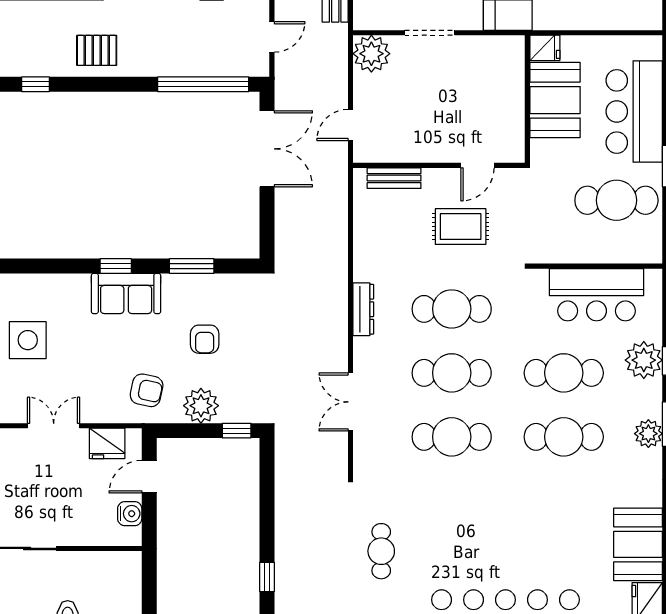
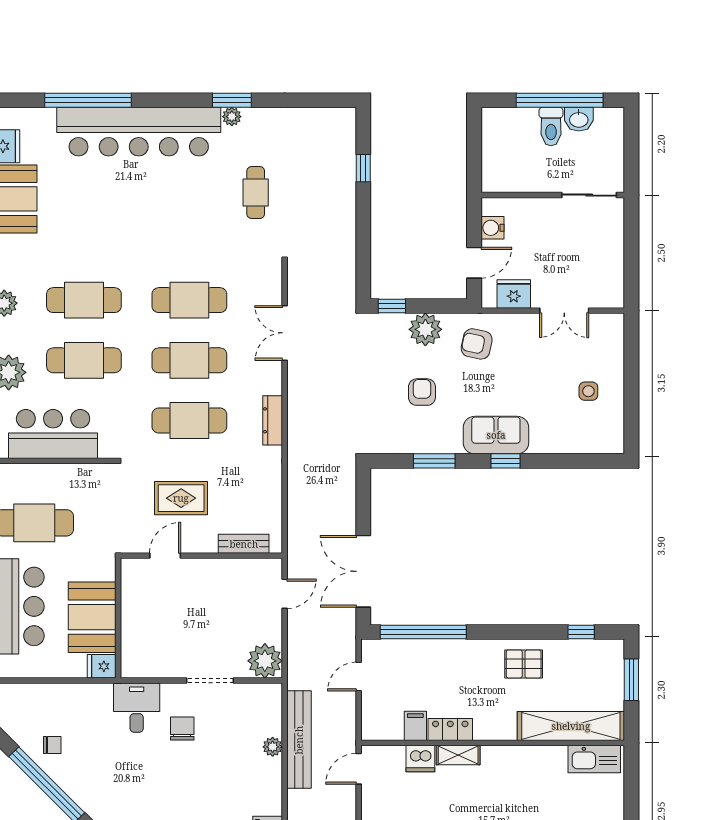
side table: (28, 340) -> (588, 391), width x0.54, depth x0.54
double door: (351, 402) -> (285, 333), swing flipped

